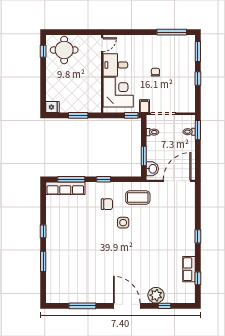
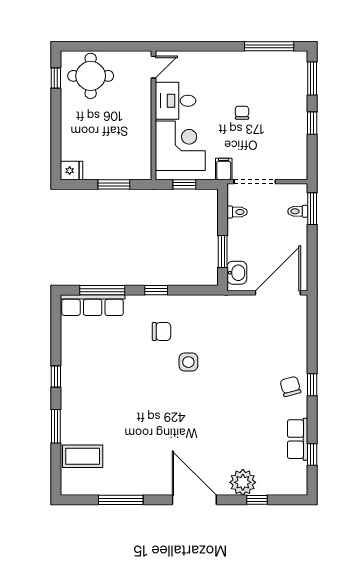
window: (131, 115) -> (184, 184), moved
coffee table: (138, 197) -> (83, 456), moved
chair: (185, 237) -> (290, 386), added

